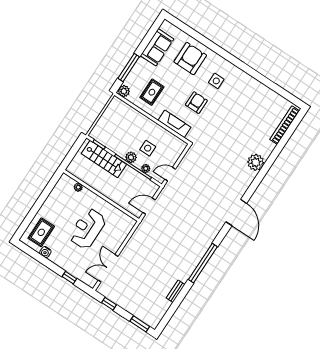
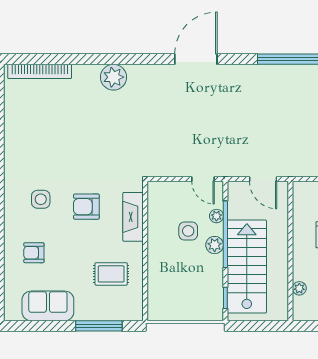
armchair: (190, 59) -> (34, 253), width x0.53, depth x0.53
plant: (124, 91) -> (134, 312), removed
stairs: (104, 159) -> (247, 267), width x1.36, depth x1.51

